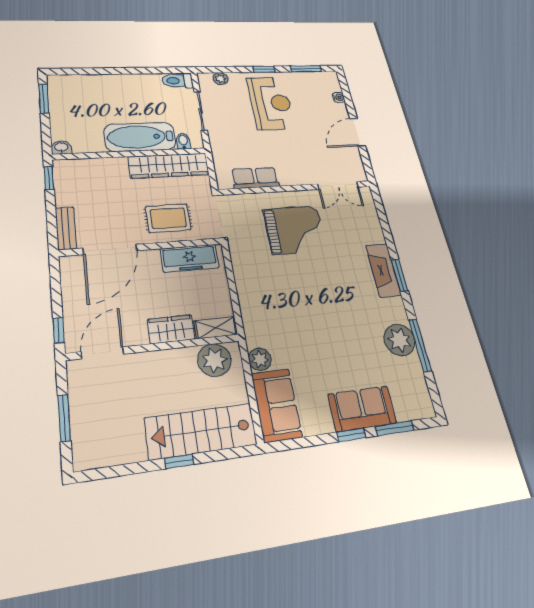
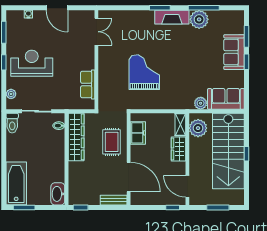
bathtub: (140, 137) -> (16, 183), moved, turned 180
washbasin: (61, 147) -> (58, 194), width x1.91, depth x1.45
grand piano: (295, 230) -> (144, 72), moved
freezer: (190, 258) -> (138, 133), width x0.71
fireplace: (383, 270) -> (172, 17), moved
stairs: (201, 431) -> (228, 151), width x1.36, depth x1.51

